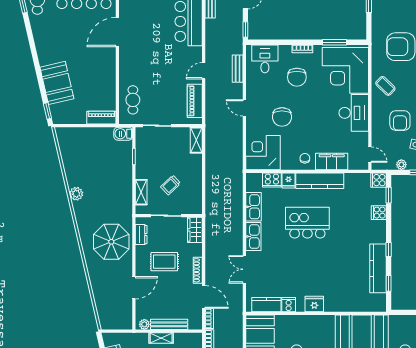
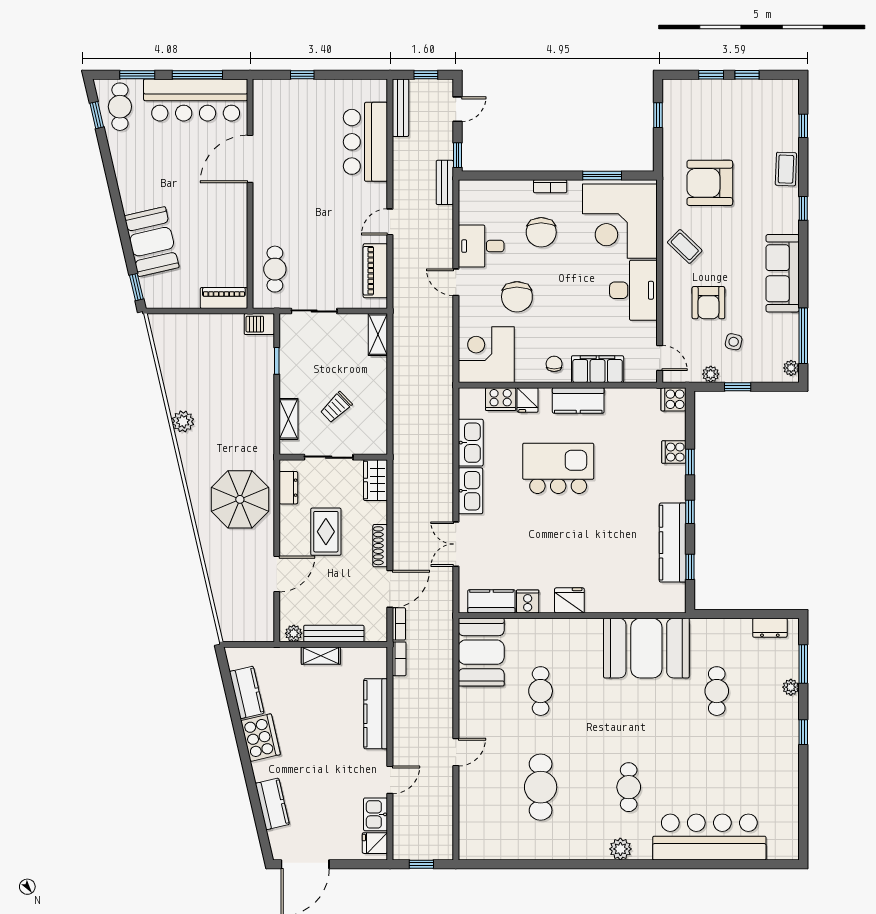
desk: (265, 59) -> (481, 246), moved, turned -90
bench: (238, 69) -> (445, 182), moved
kitchen counter: (320, 181) -> (578, 400), width x0.67
window: (389, 195) -> (690, 462), moved
rug: (164, 262) -> (326, 532), turned 90
door: (204, 297) -> (390, 589), hinge flipped

